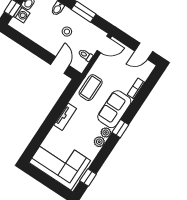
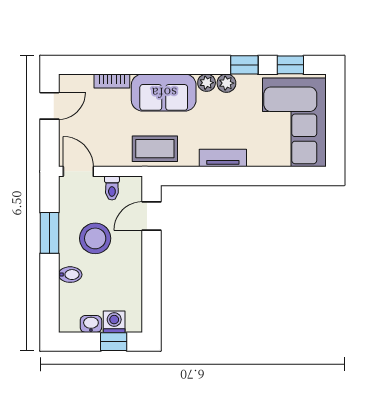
stool: (67, 32) -> (95, 238), width x1.89, depth x1.89
door: (144, 51) -> (49, 106), hinge flipped
window: (120, 129) -> (244, 65), moved

